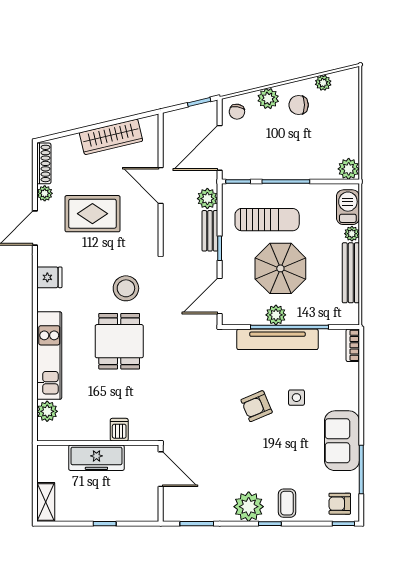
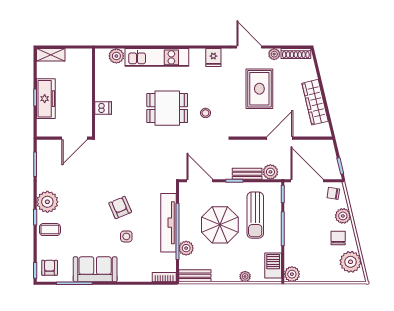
plant: (323, 83) -> (351, 262), width x1.87, depth x1.87
barbecue: (348, 207) -> (273, 265), moved, turned -90
bench: (351, 273) -> (195, 276), moved, width x0.73
stool: (126, 288) -> (205, 113), width x0.53, depth x0.53
plant: (276, 315) -> (186, 248), moved
freezer: (96, 458) -> (46, 99), moved, turned 180

